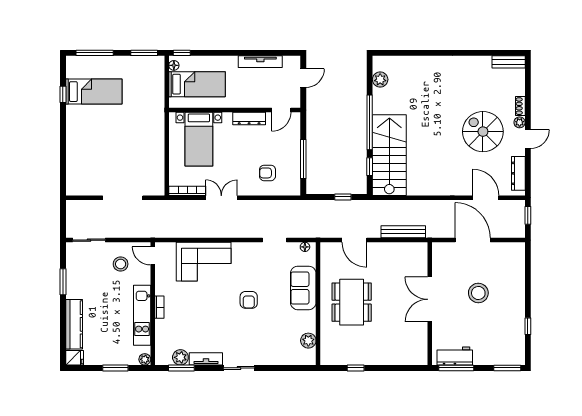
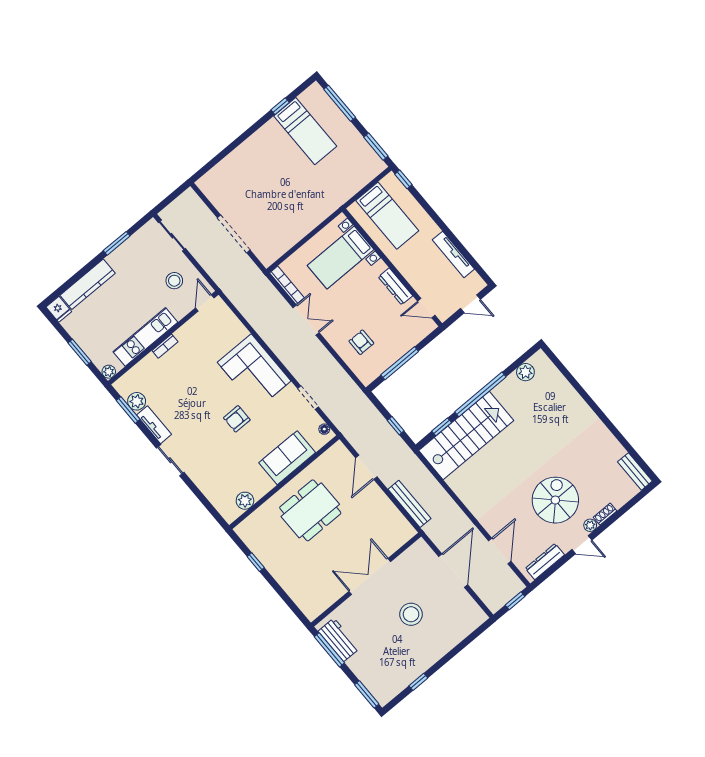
floor lamp: (174, 65) -> (387, 182), removed
corner sofa: (204, 262) -> (254, 372), moved

